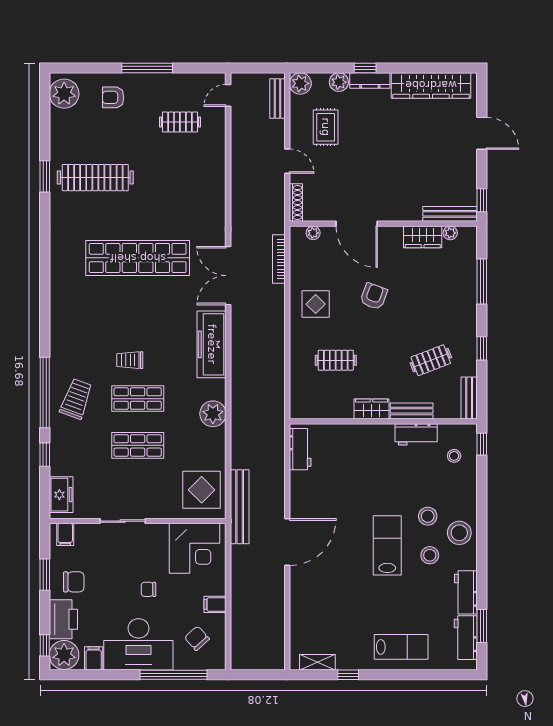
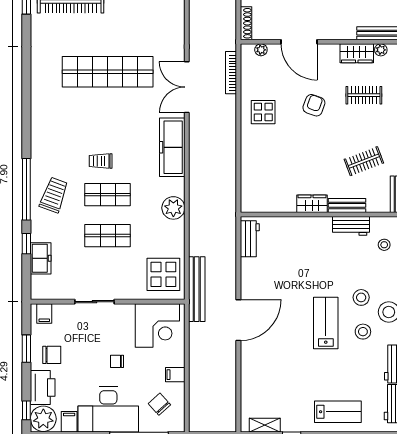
clothes rail: (336, 360) -> (364, 95), moved
freezer: (61, 495) -> (41, 258), moved

